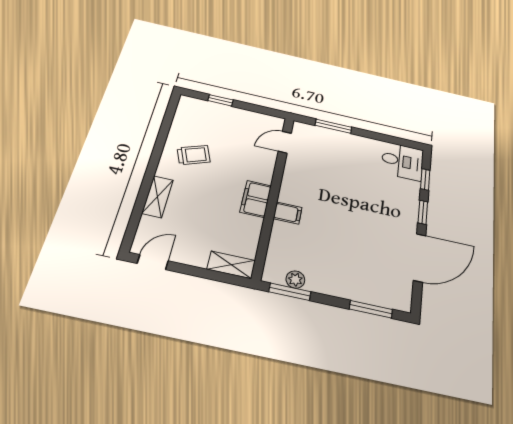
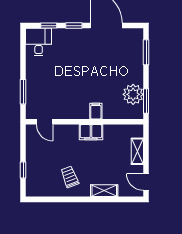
shelving: (231, 265) -> (137, 151), moved
plant: (295, 280) -> (133, 94), width x1.88, depth x1.88

